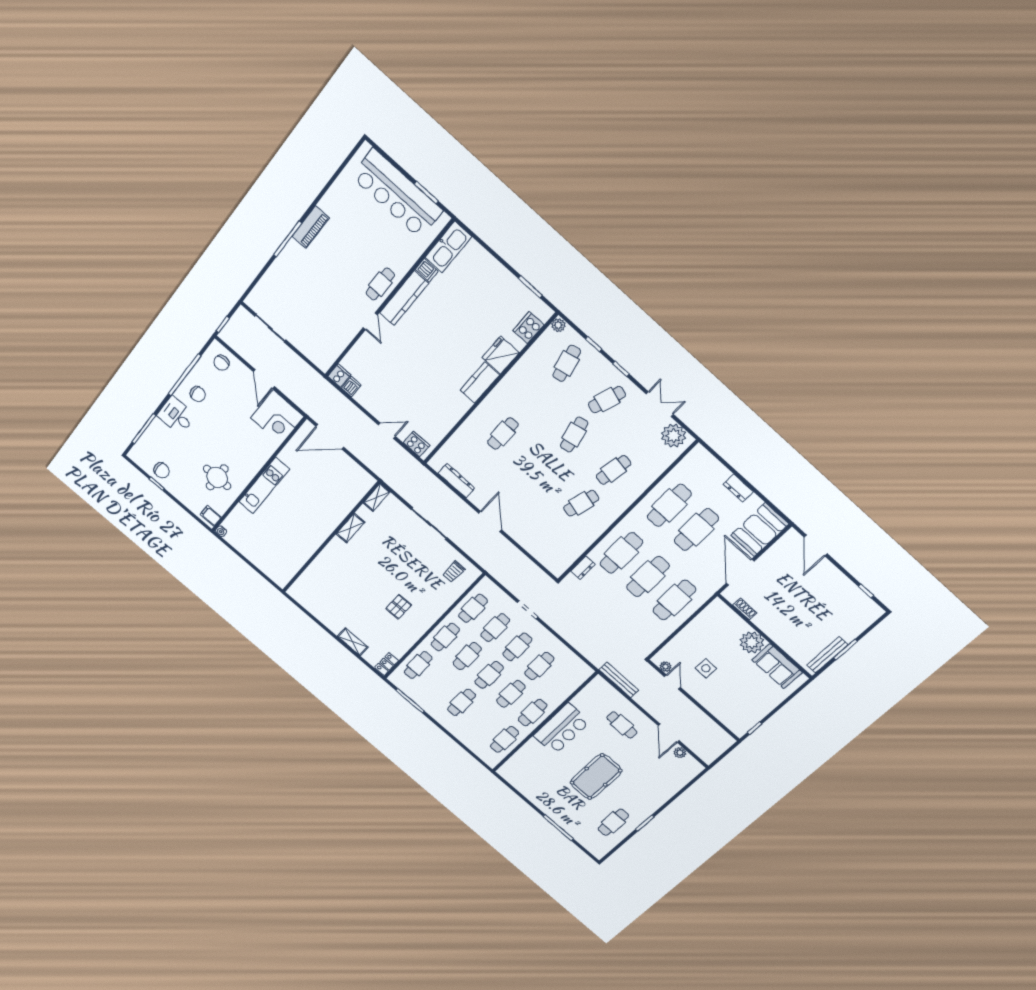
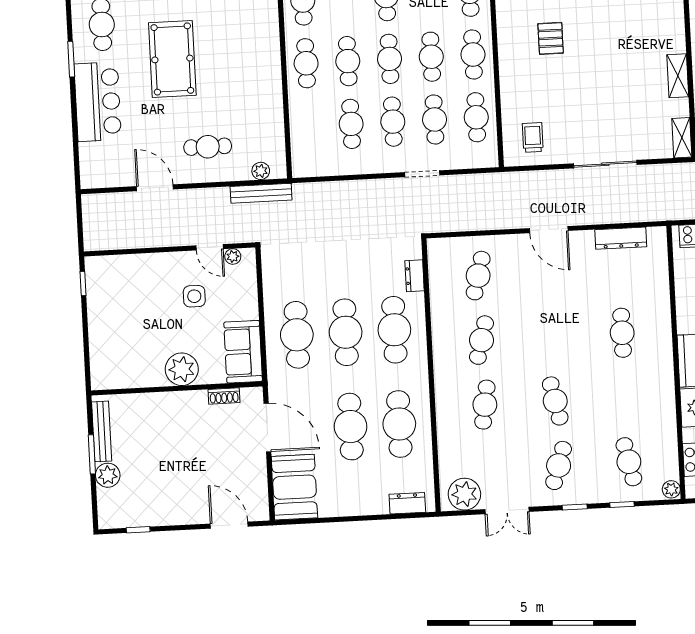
dresser: (738, 488) -> (407, 503), moved
cafe table: (550, 536) -> (478, 276), added
plant: (849, 632) -> (108, 475), added
sofa: (777, 666) -> (243, 352), moved, turned -90
bar counter: (562, 729) -> (98, 102), moved, turned 180
plant: (680, 753) -> (261, 171), moved

